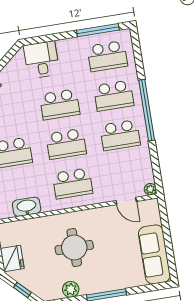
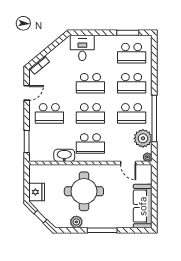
window: (98, 30) -> (128, 33), width x0.69
window: (147, 110) -> (154, 119), moved
plant: (140, 165) -> (143, 138), added
washbasin: (27, 207) -> (64, 155), moved
round table: (74, 247) -> (84, 191), width x1.36, depth x1.36

